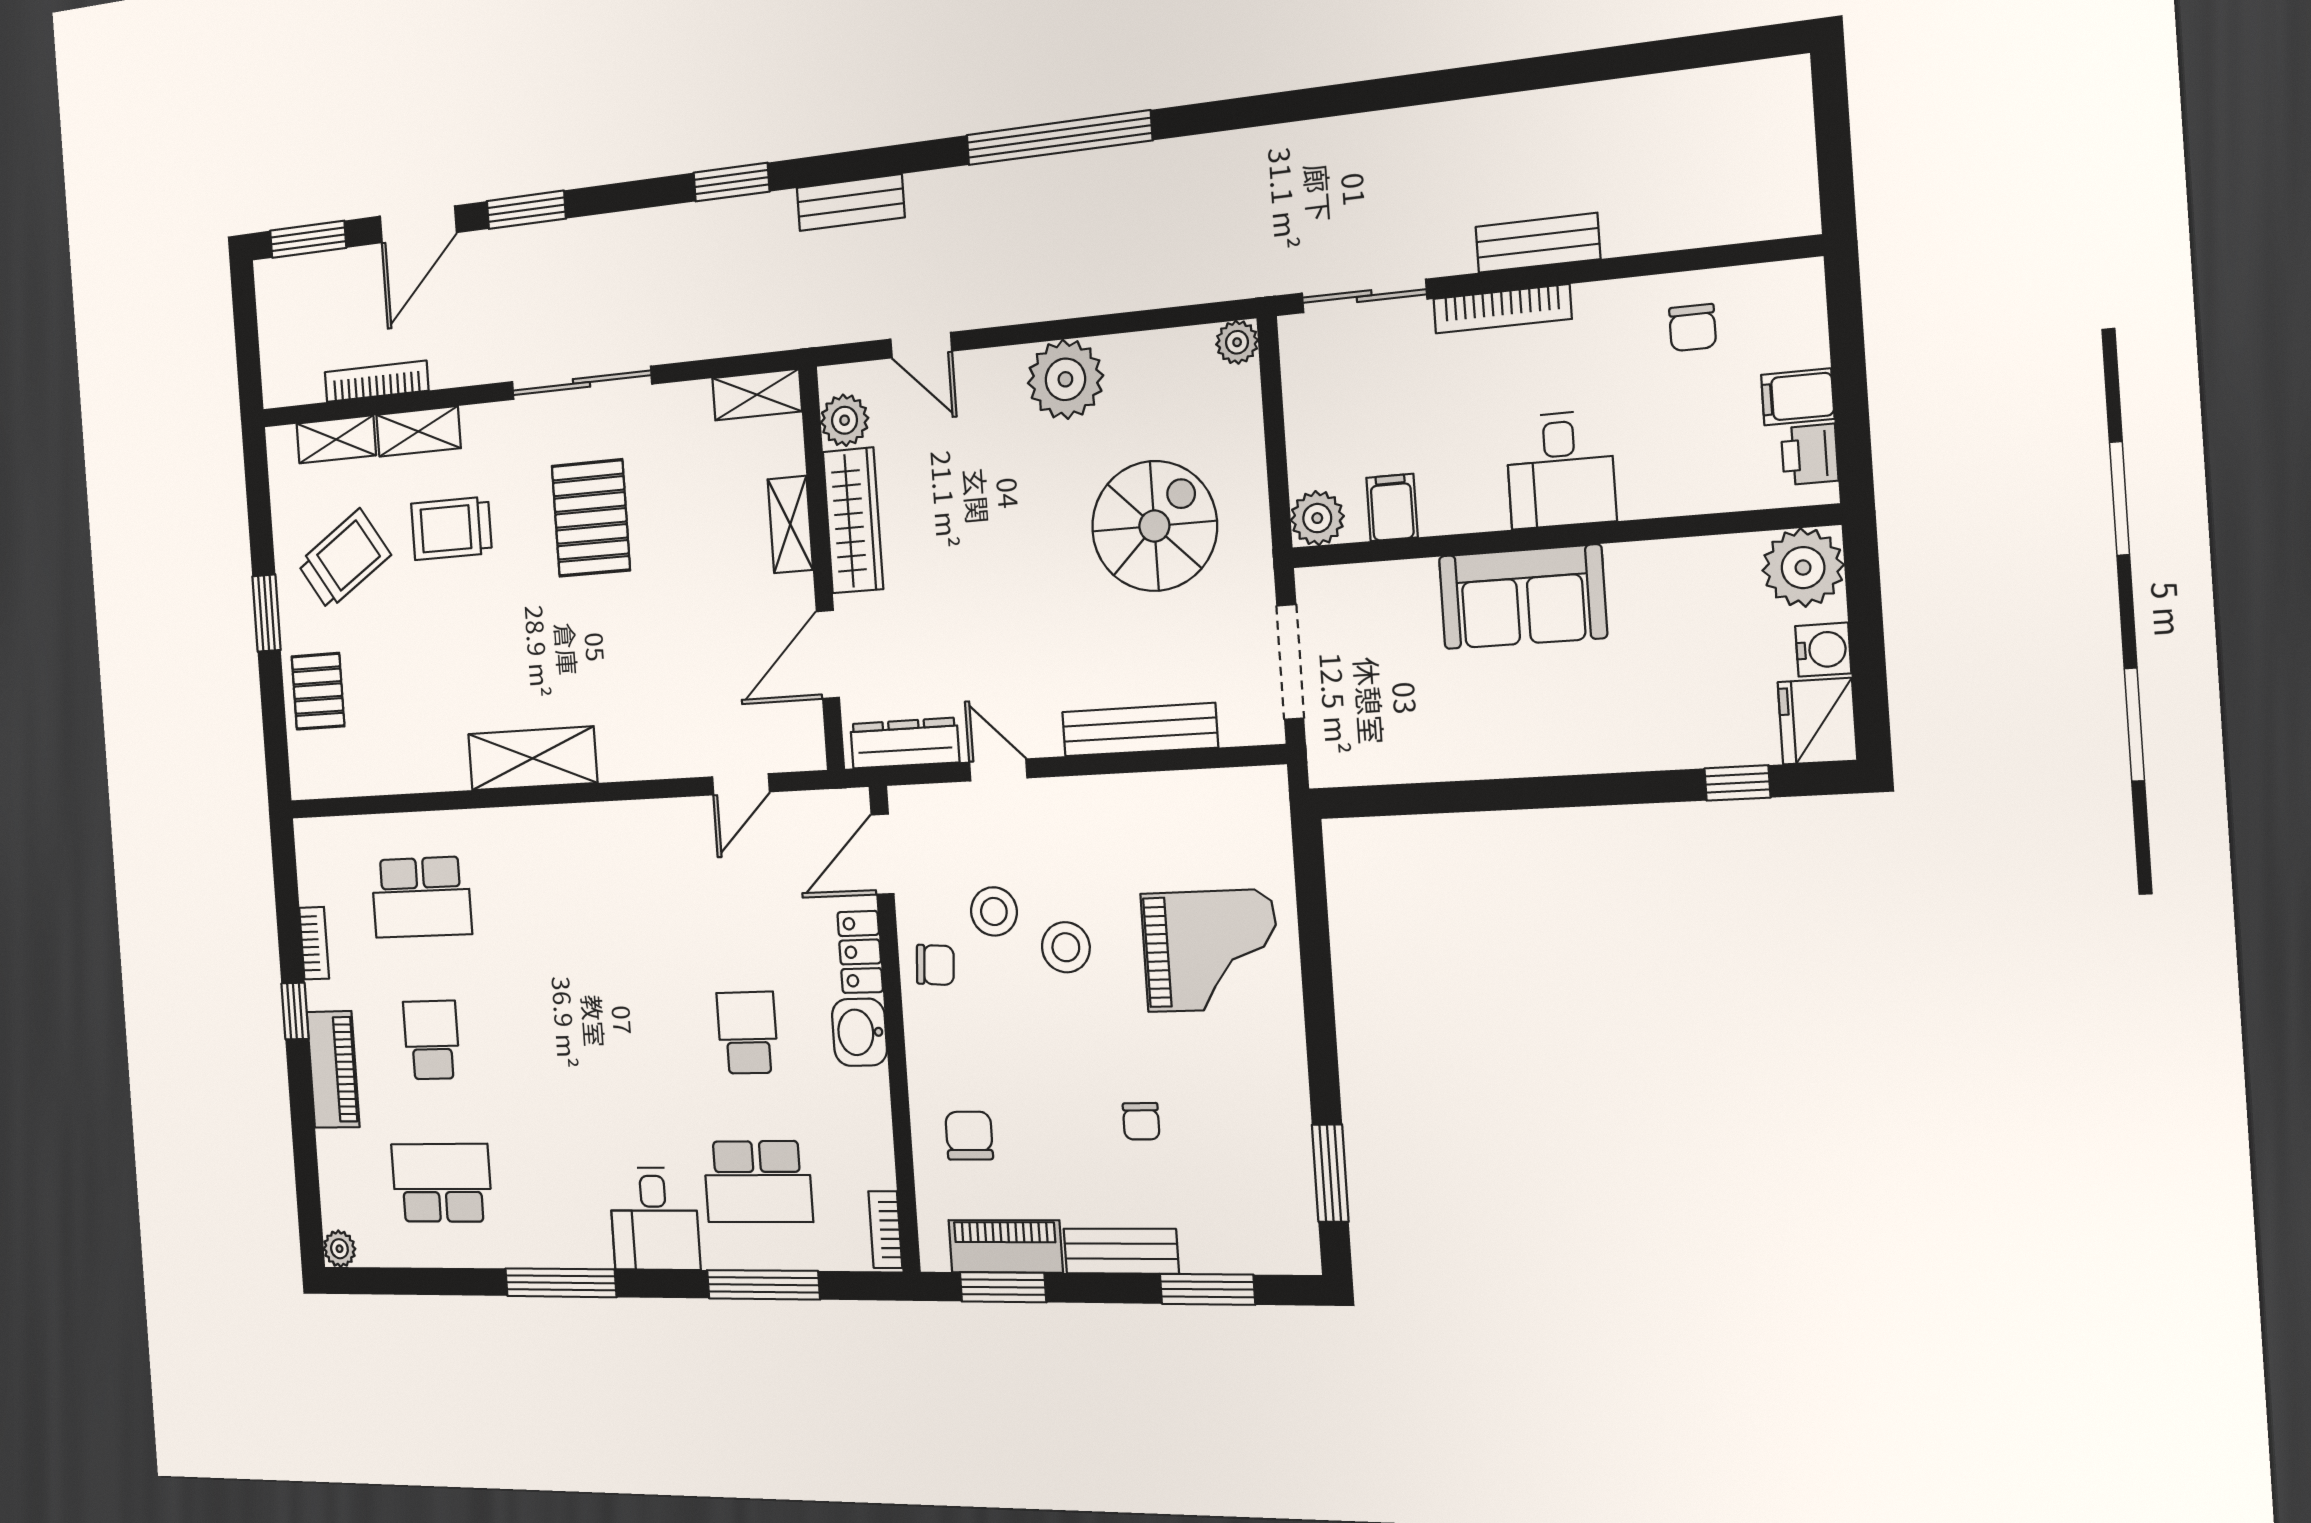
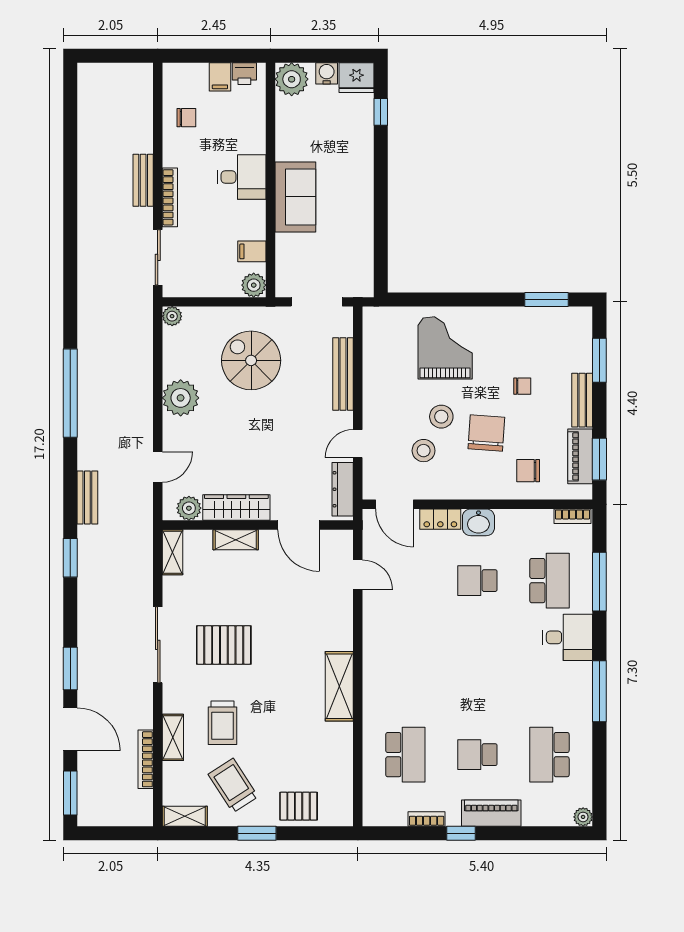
shelving: (336, 439) -> (185, 816), moved, turned 90
chair: (935, 965) -> (486, 433), moved, width x1.87, depth x1.87

